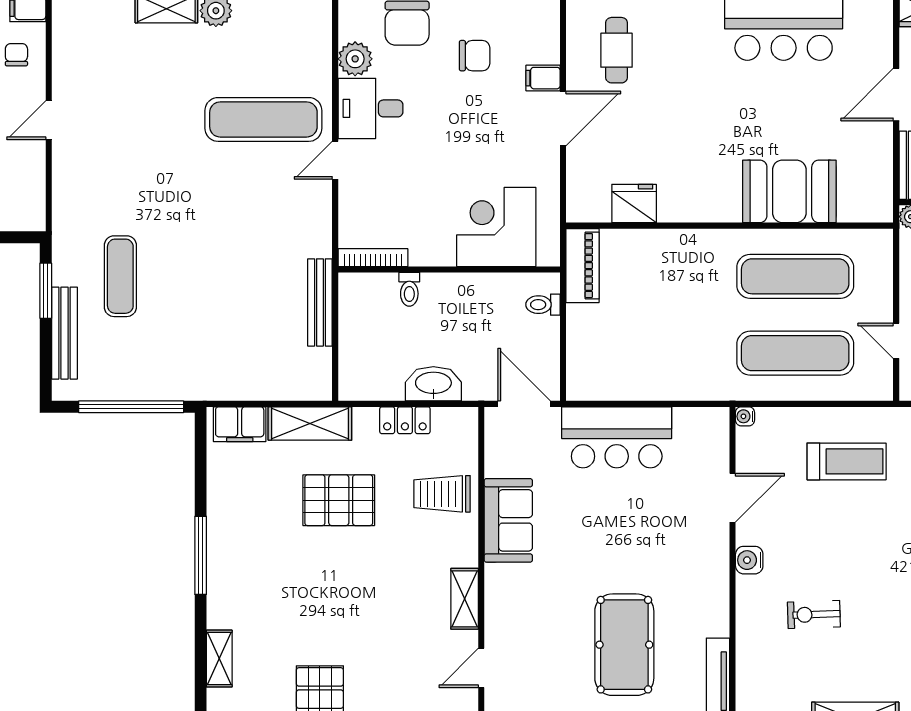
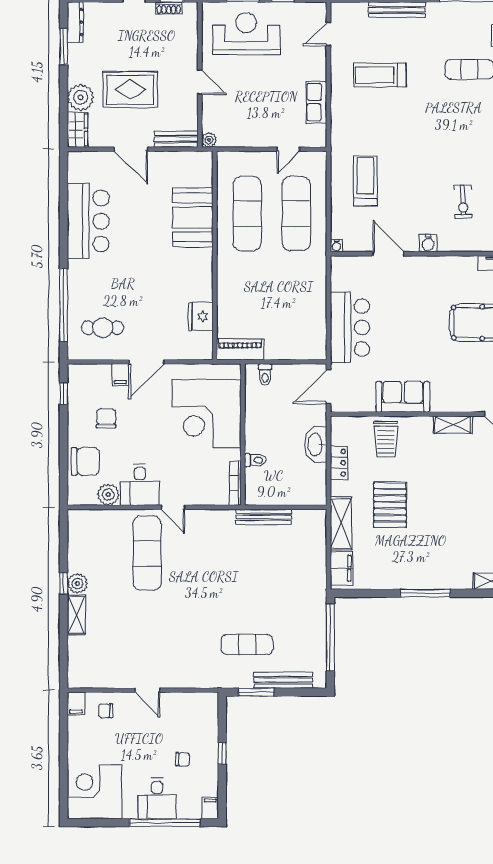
door: (563, 119) -> (146, 362), swing flipped
corner desk: (496, 227) -> (206, 414), width x1.36, depth x1.36

